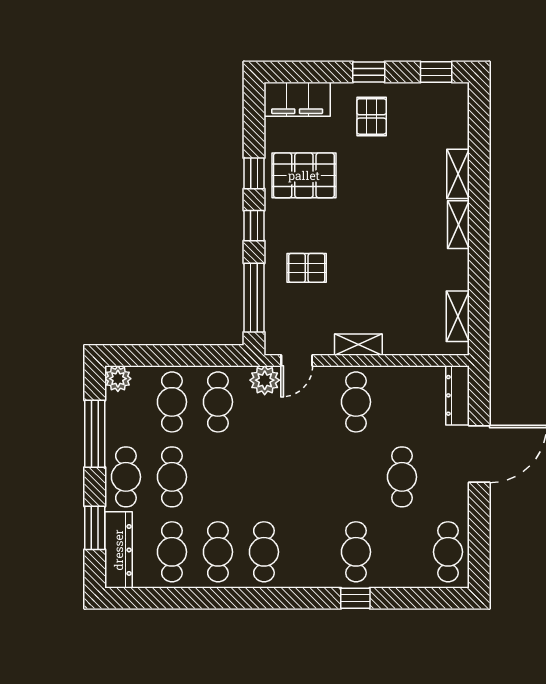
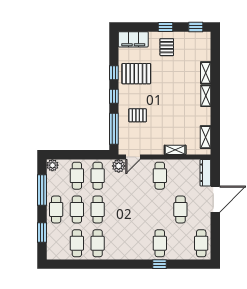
shelving: (358, 345) -> (175, 150), moved
dresser: (118, 550) -> (53, 242), removed
cafe table: (264, 552) -> (98, 209), moved

